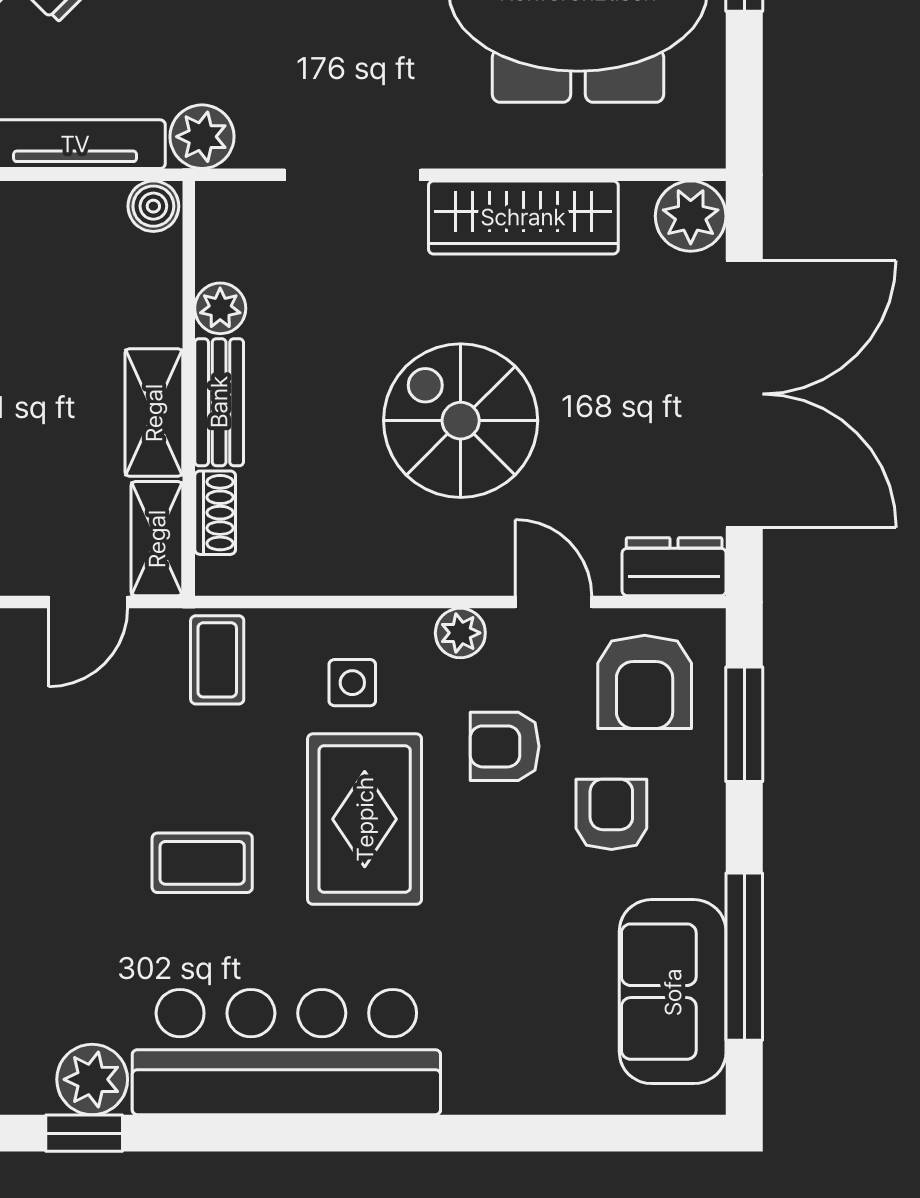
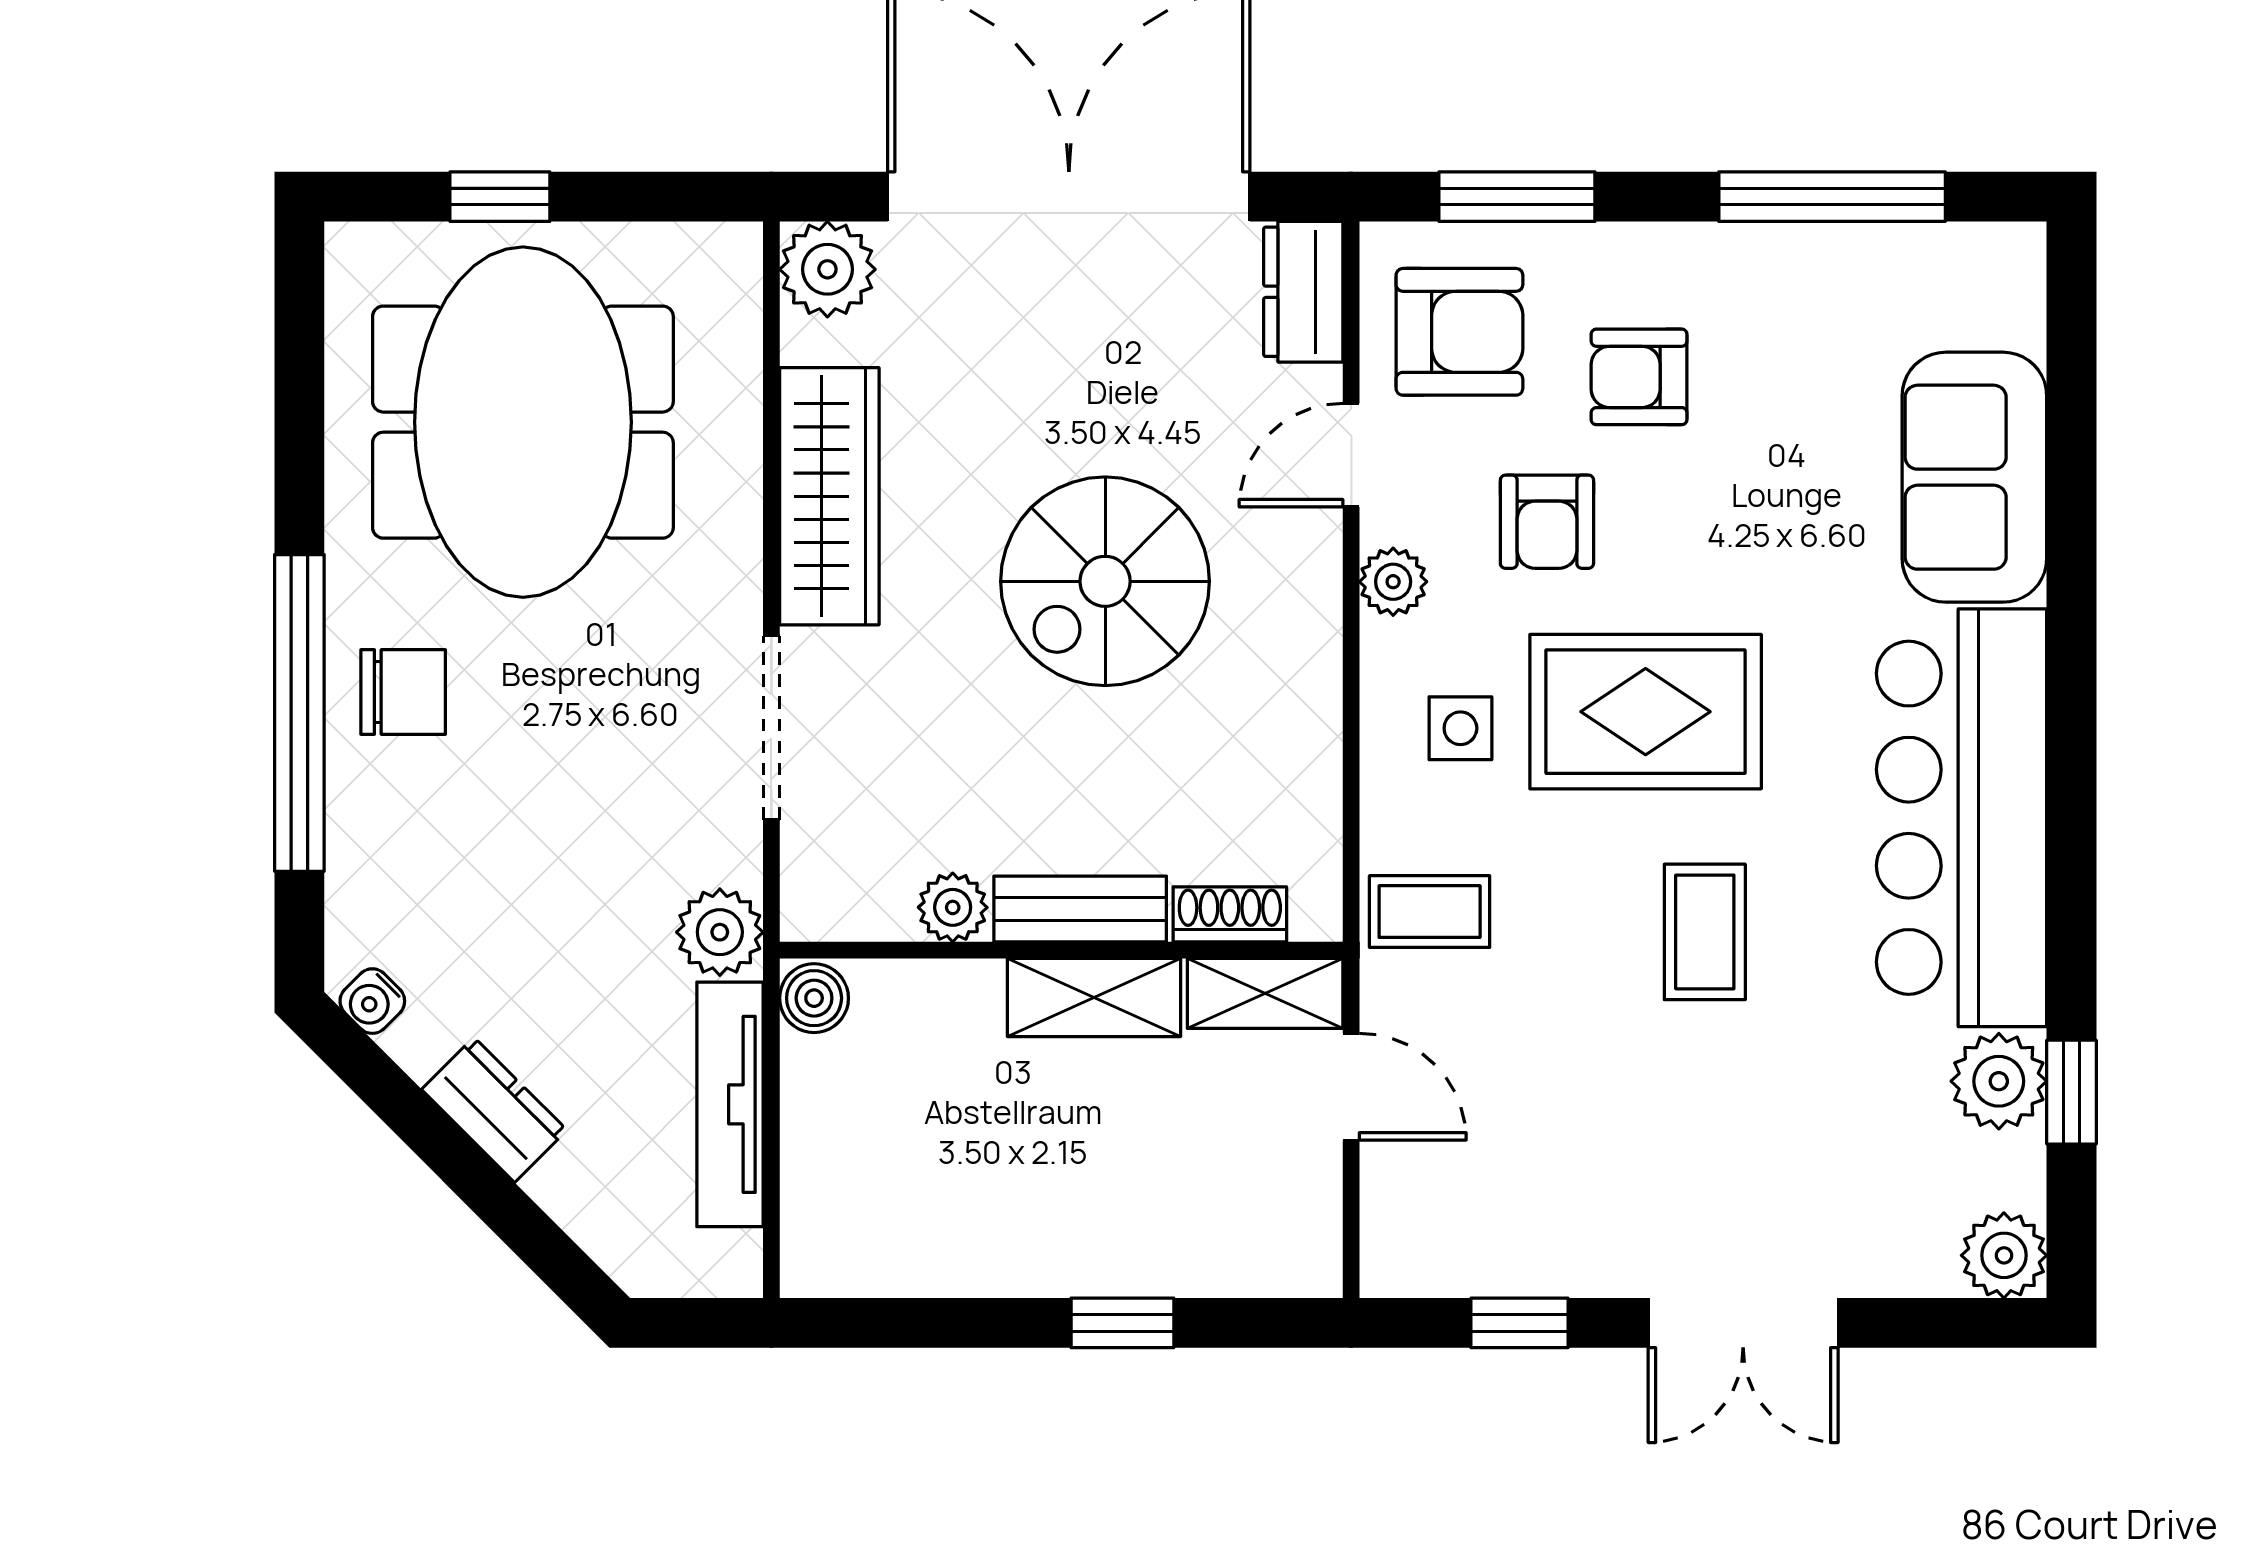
sofa: (673, 992) -> (1974, 477), moved, turned 90

